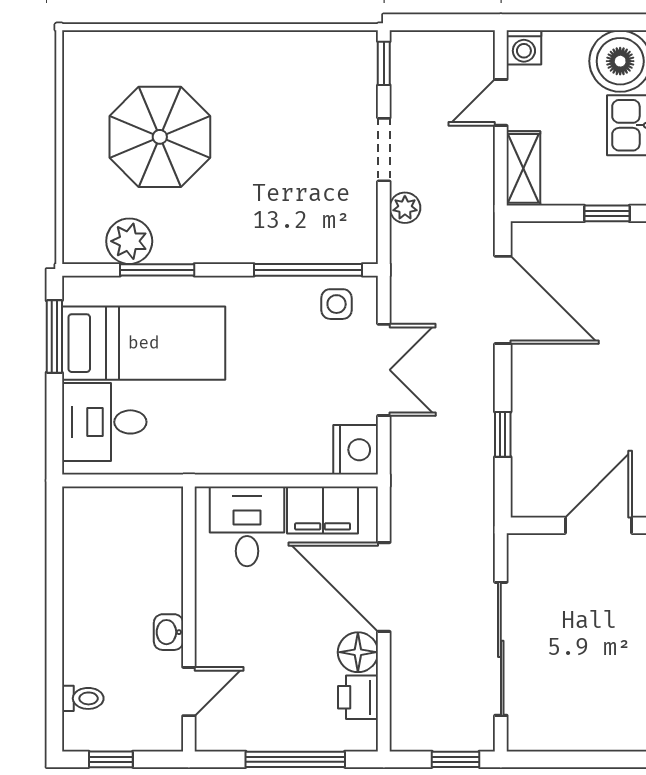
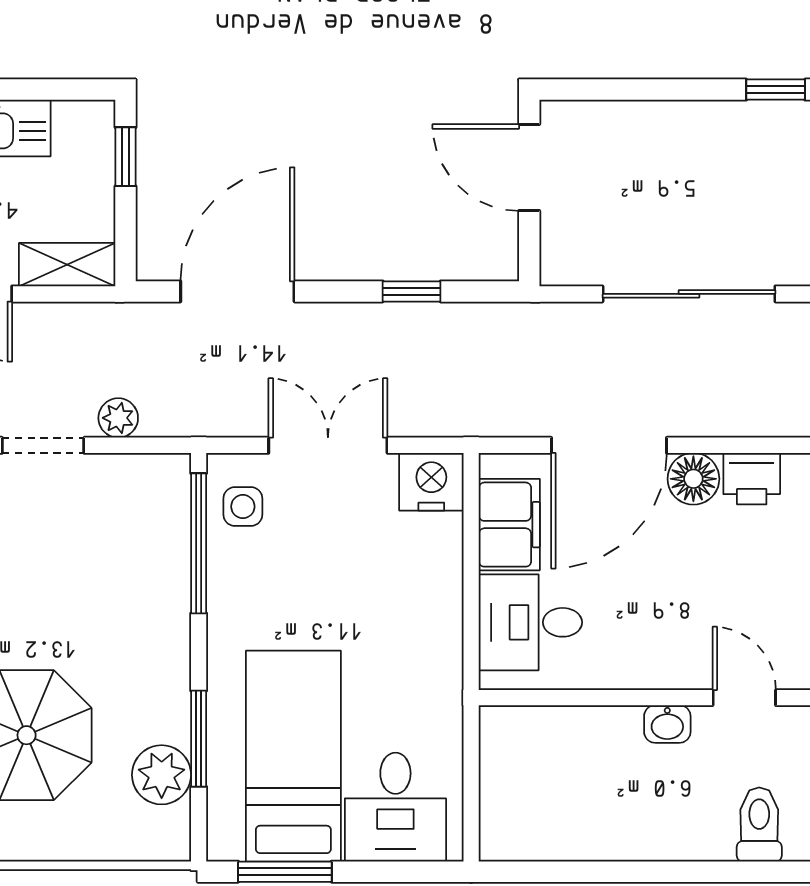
toilet: (83, 698) -> (759, 825), width x1.37, depth x1.39

